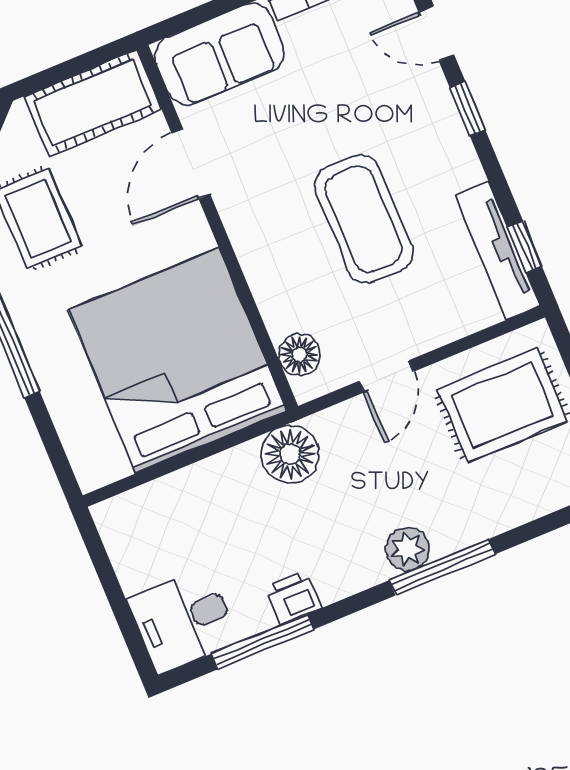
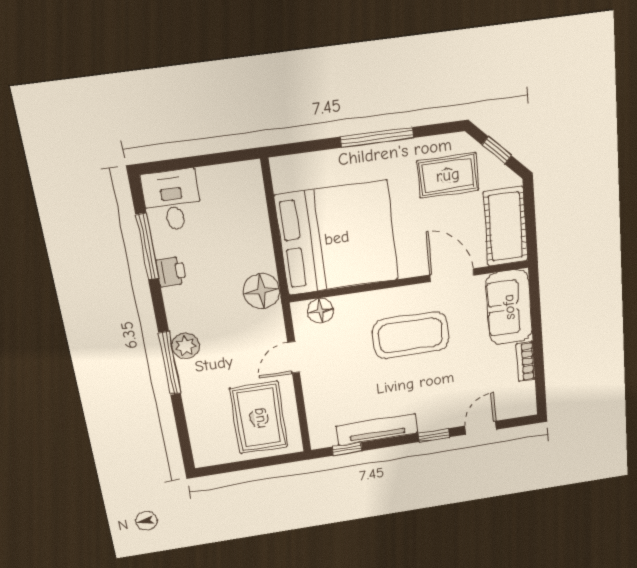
coffee table: (364, 219) -> (411, 335), moved
tv unit: (497, 250) -> (377, 430), moved
door: (386, 376) -> (294, 357), hinge flipped

